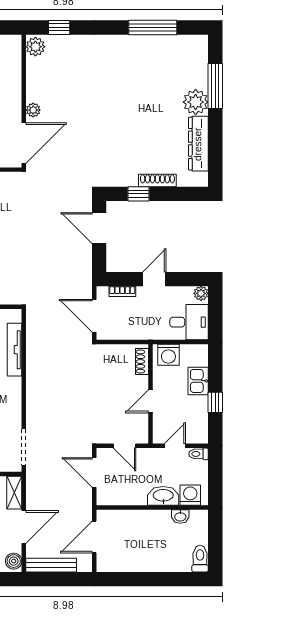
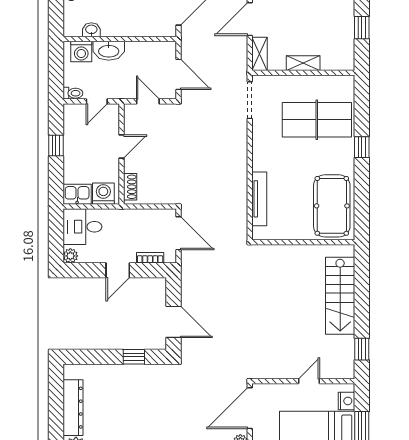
shoe rack: (157, 180) -> (115, 370), removed
kitchen sink: (198, 381) -> (77, 194), moved, turned -90

